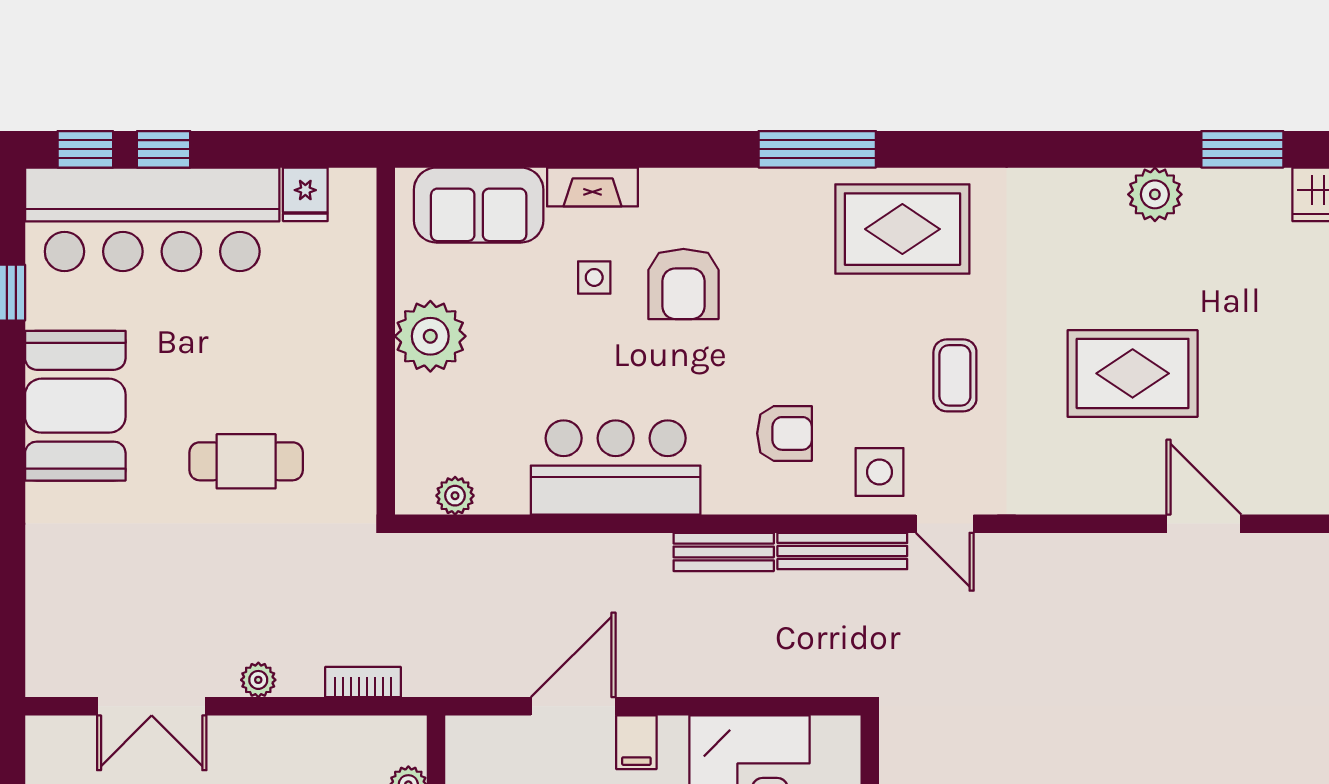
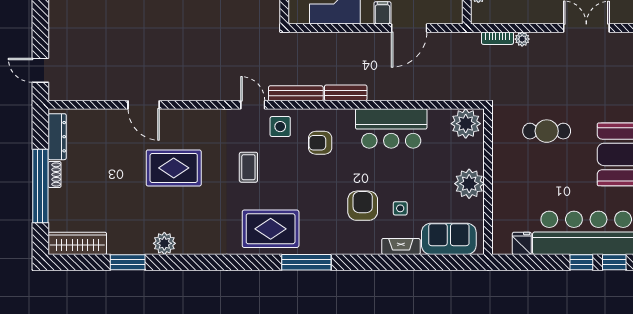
plant: (455, 496) -> (466, 124), width x1.88, depth x1.88
plant: (258, 680) -> (522, 39), moved

